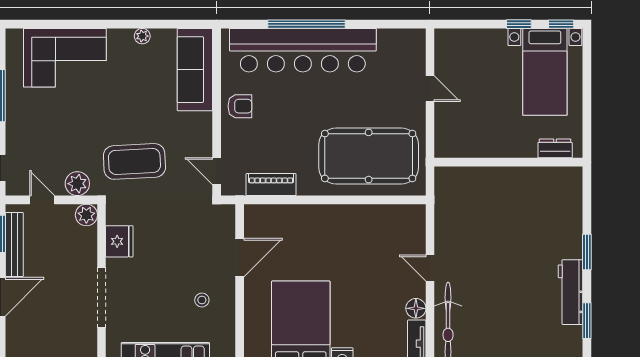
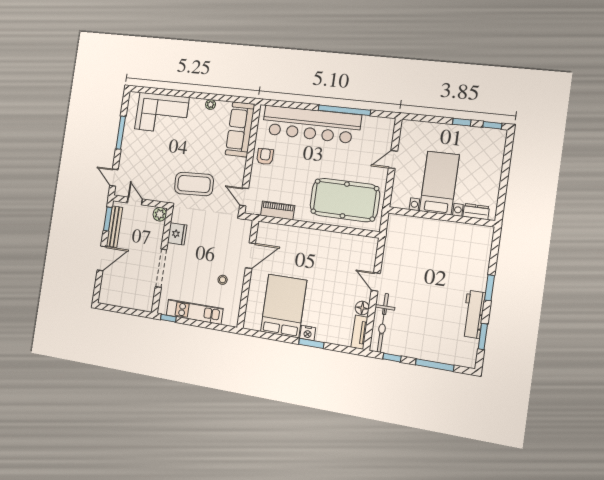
window: (306, 24) -> (344, 110), moved
bed with nightstands: (545, 72) -> (439, 183), moved, turned 180
door: (430, 89) -> (393, 160), swing flipped
armchair: (240, 106) -> (265, 156), turned -90
plant: (77, 184) -> (157, 194), removed

